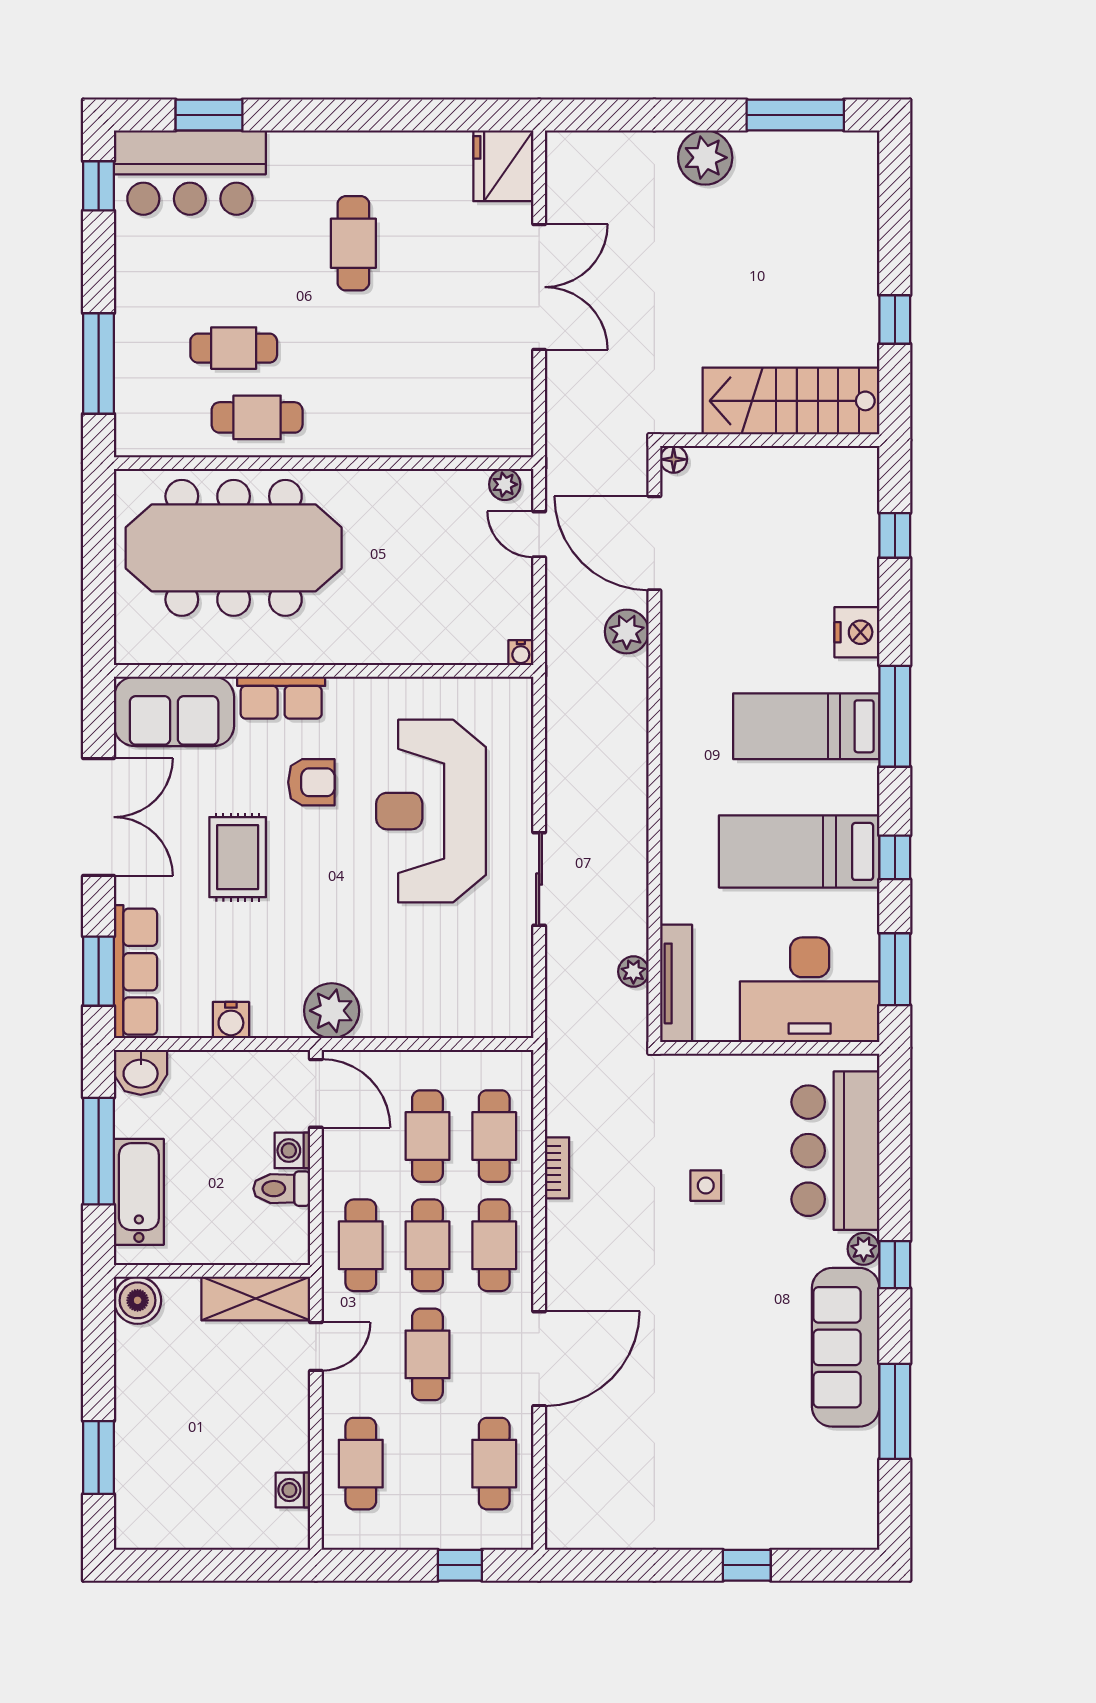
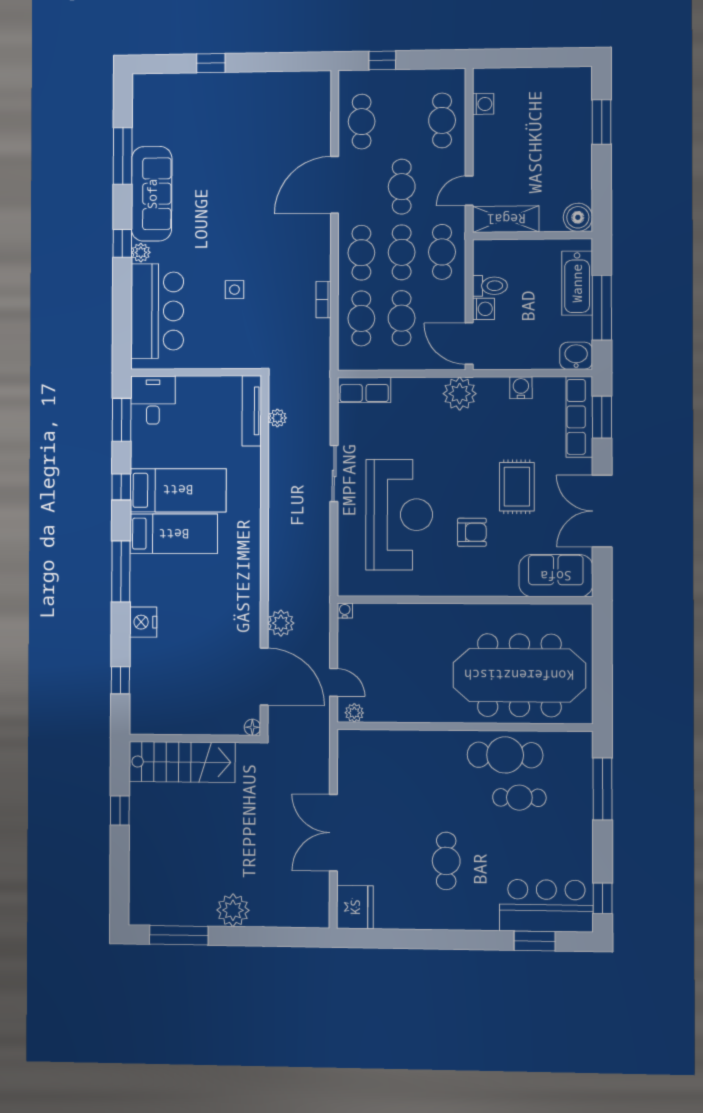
cafe table: (257, 417) -> (505, 755), width x1.37, depth x1.35
row of seats: (281, 698) -> (364, 390), moved, turned 180
bed: (806, 726) -> (174, 534), moved
armchair: (311, 782) -> (472, 532), turned 180
desk: (810, 990) -> (153, 400), width x0.53, depth x0.77

